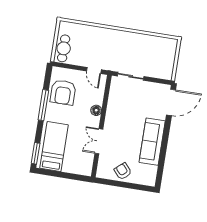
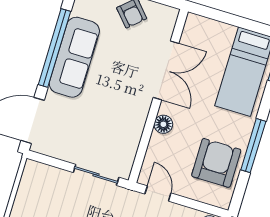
double door: (99, 141) -> (166, 70), width x1.37
window: (164, 145) -> (54, 48), added

